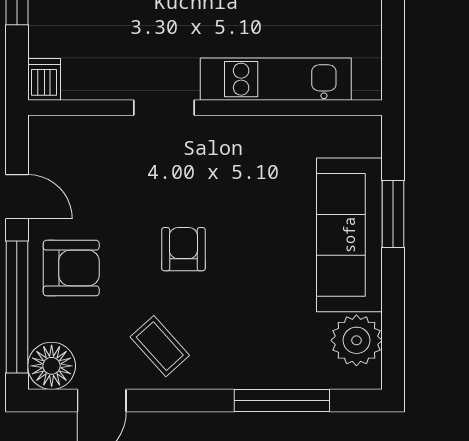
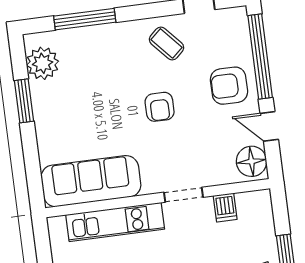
dishwasher: (44, 79) -> (225, 208), moved
window: (393, 214) -> (24, 101), moved
sofa: (349, 235) -> (91, 181), moved, turned -90
floor lamp: (52, 366) -> (251, 161), moved

